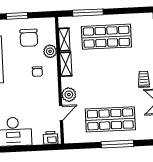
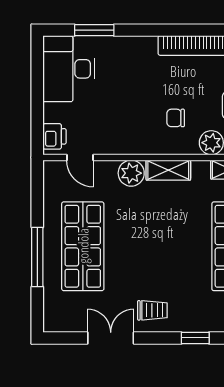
shelving: (66, 64) -> (168, 170), moved
door: (61, 113) -> (80, 157), moved

